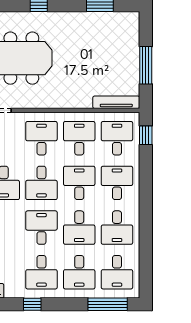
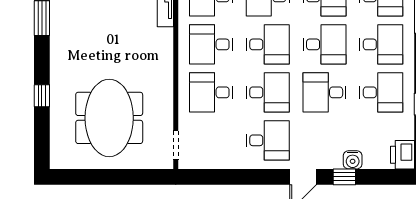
desk: (79, 183) -> (268, 44), turned 180

